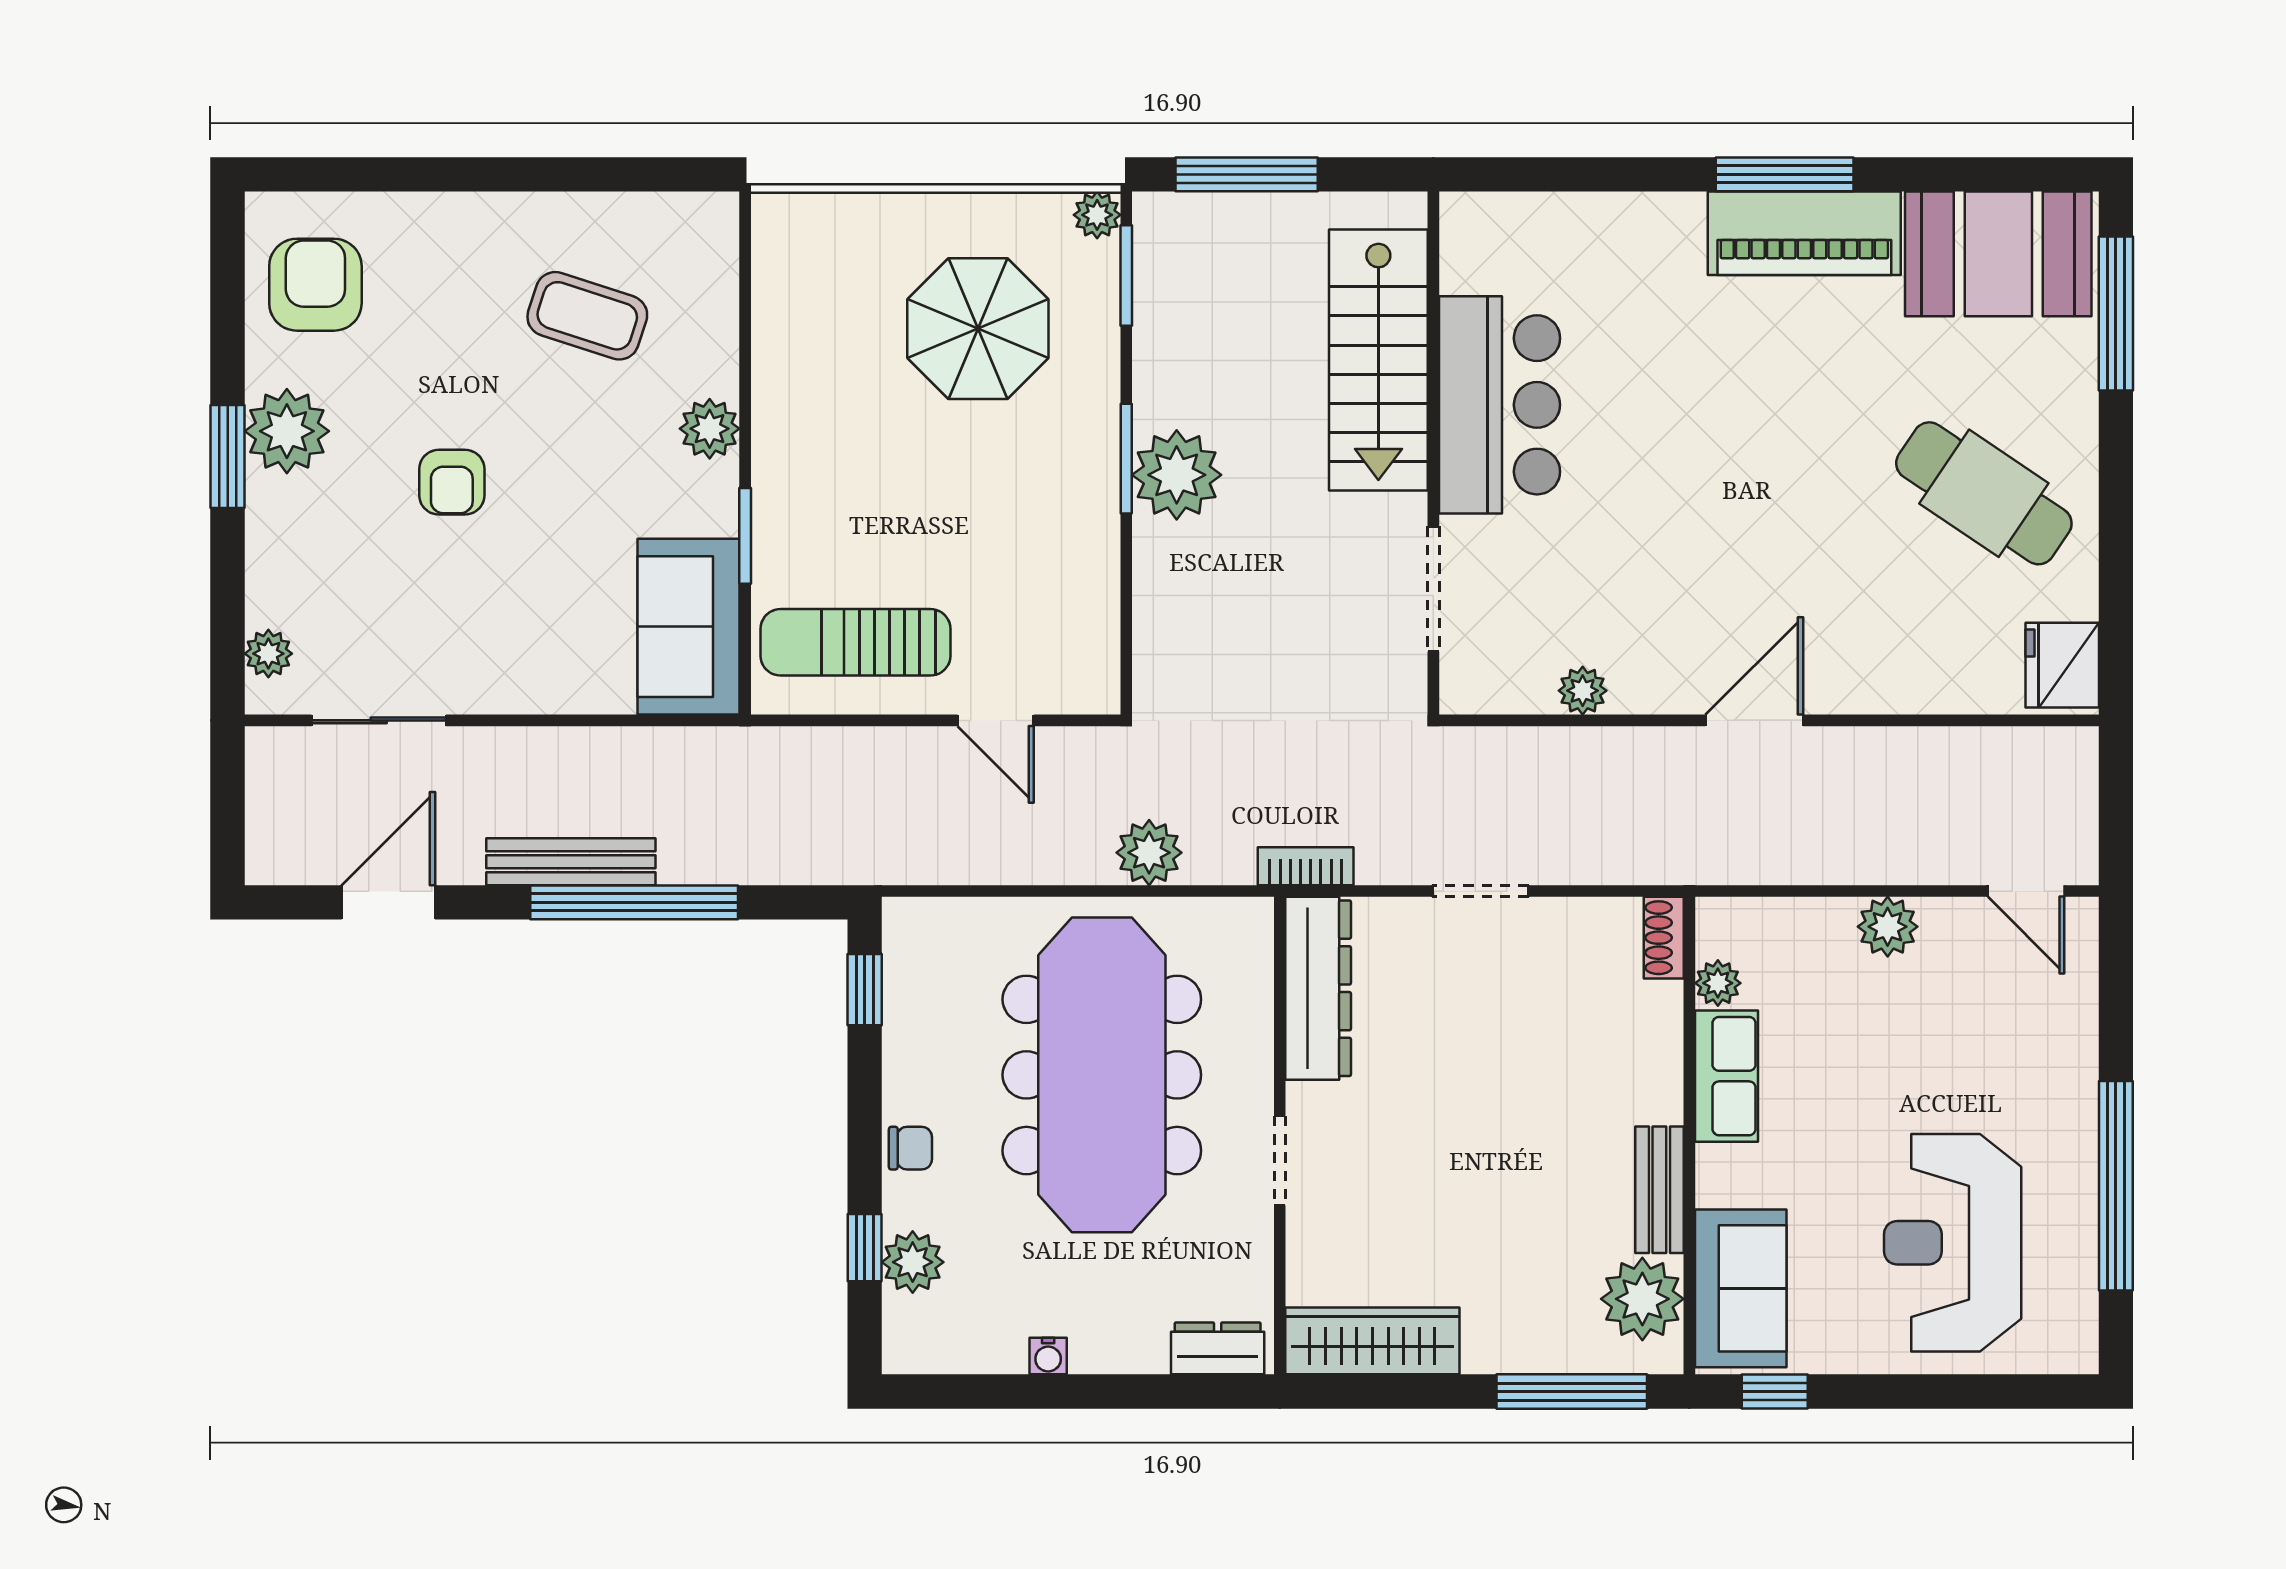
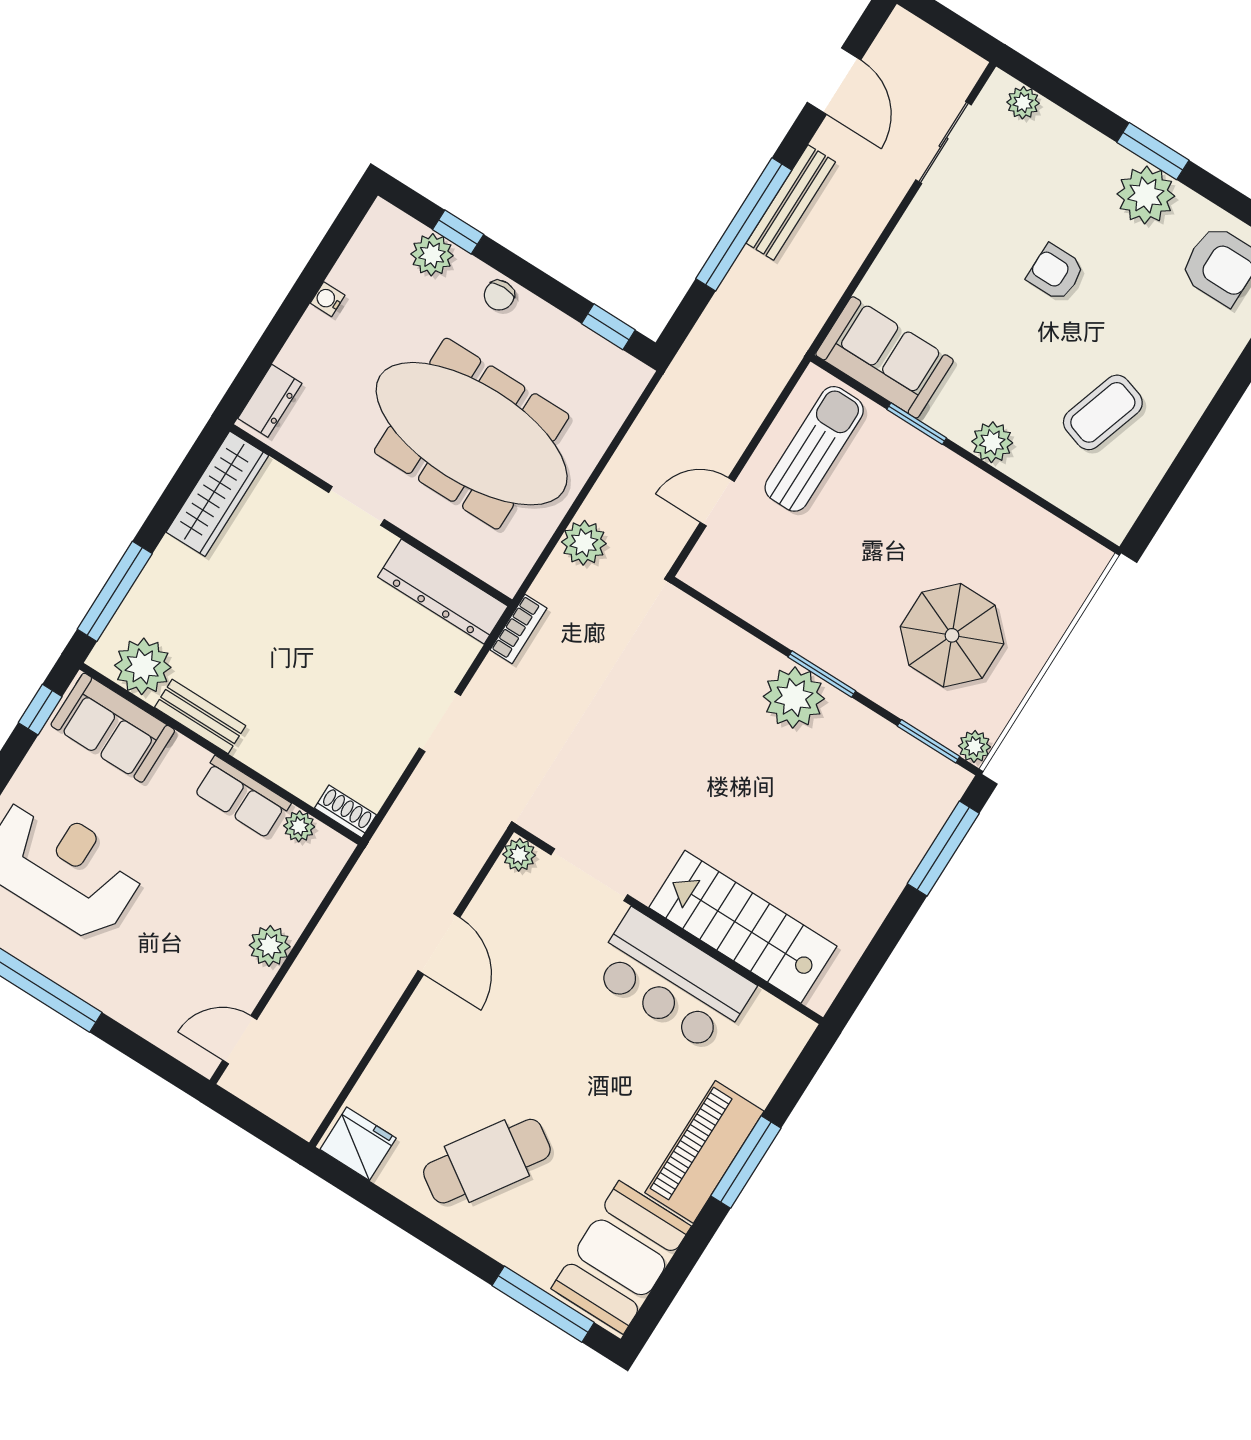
stairs: (1378, 360) -> (743, 927), moved
bar counter: (1499, 405) -> (672, 981), moved
wall: (1433, 453) -> (669, 925), moved
doorway: (1433, 589) -> (589, 875), moved

